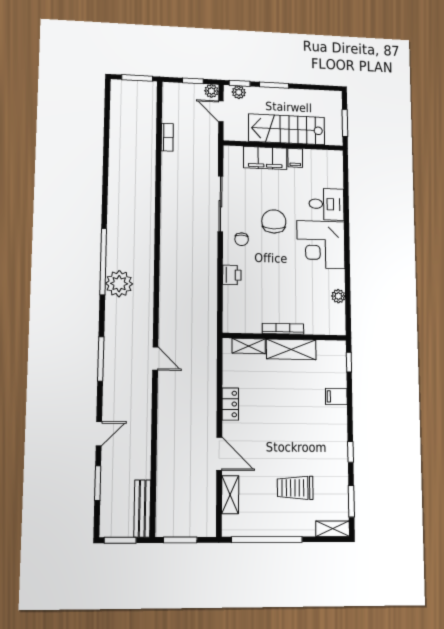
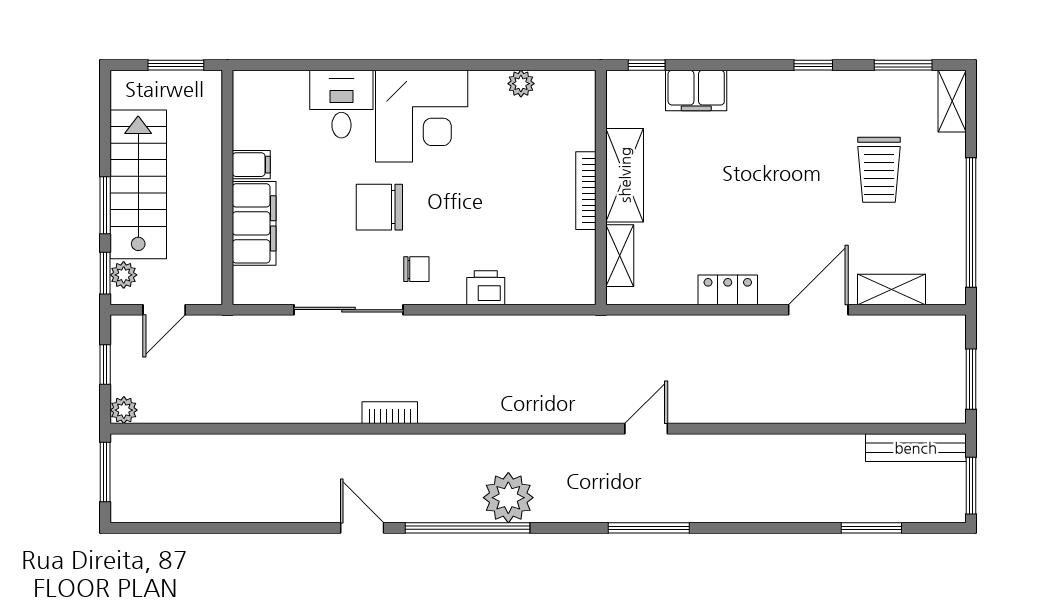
plant: (211, 91) -> (124, 410), moved
stairs: (287, 129) -> (138, 184), moved, turned 180
bookcase: (167, 137) -> (390, 413), moved
filing cabinet: (336, 397) -> (696, 90), width x2.00
door: (99, 434) -> (362, 528), moved

